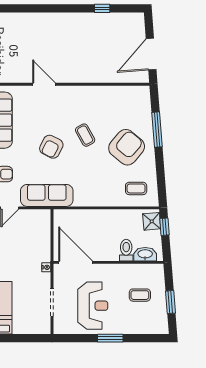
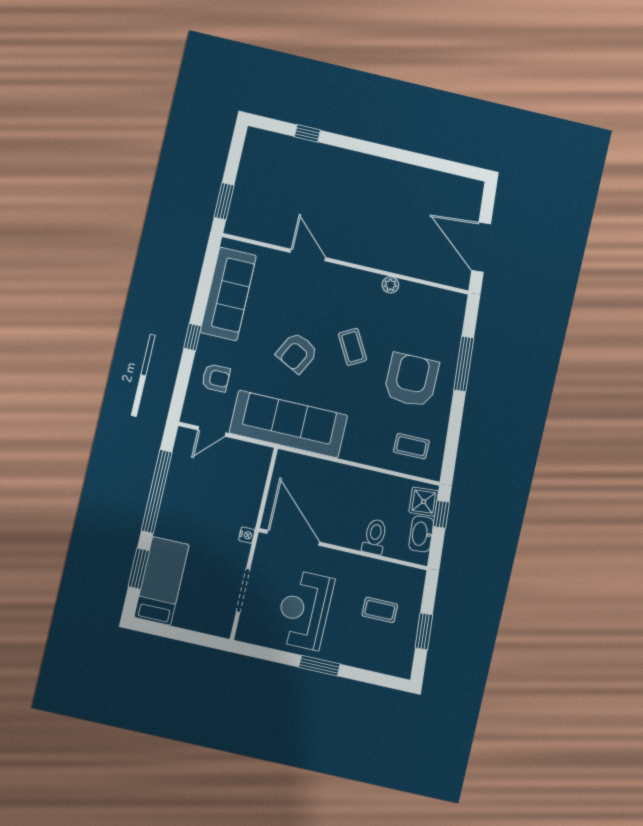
window: (102, 8) -> (307, 133), moved
door: (151, 54) -> (481, 247), hinge flipped
plant: (100, 91) -> (390, 285), added
armchair: (127, 147) -> (411, 380), turned -40
sofa: (47, 195) -> (288, 424), width x1.36, depth x1.27
washbasin: (145, 254) -> (421, 534), moved, turned -94
reception desk: (93, 306) -> (304, 610), turned 180

